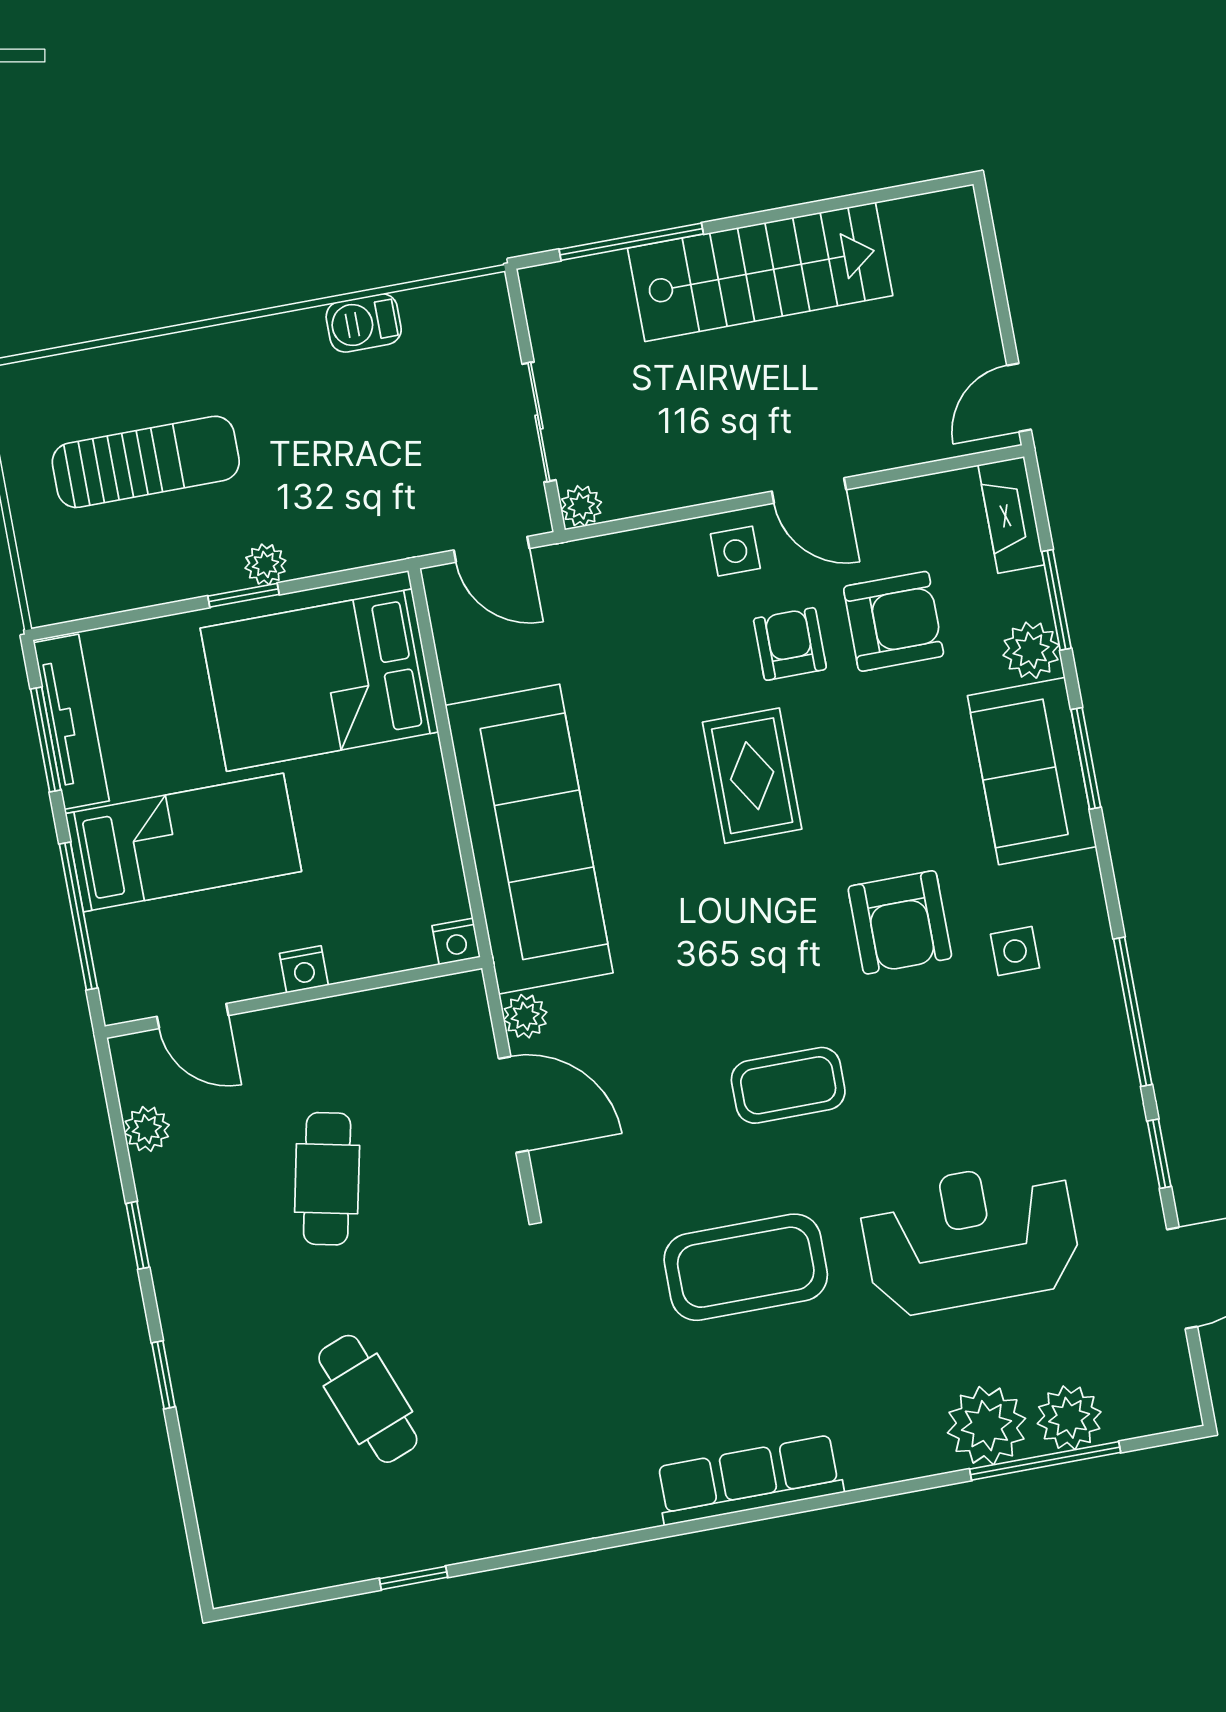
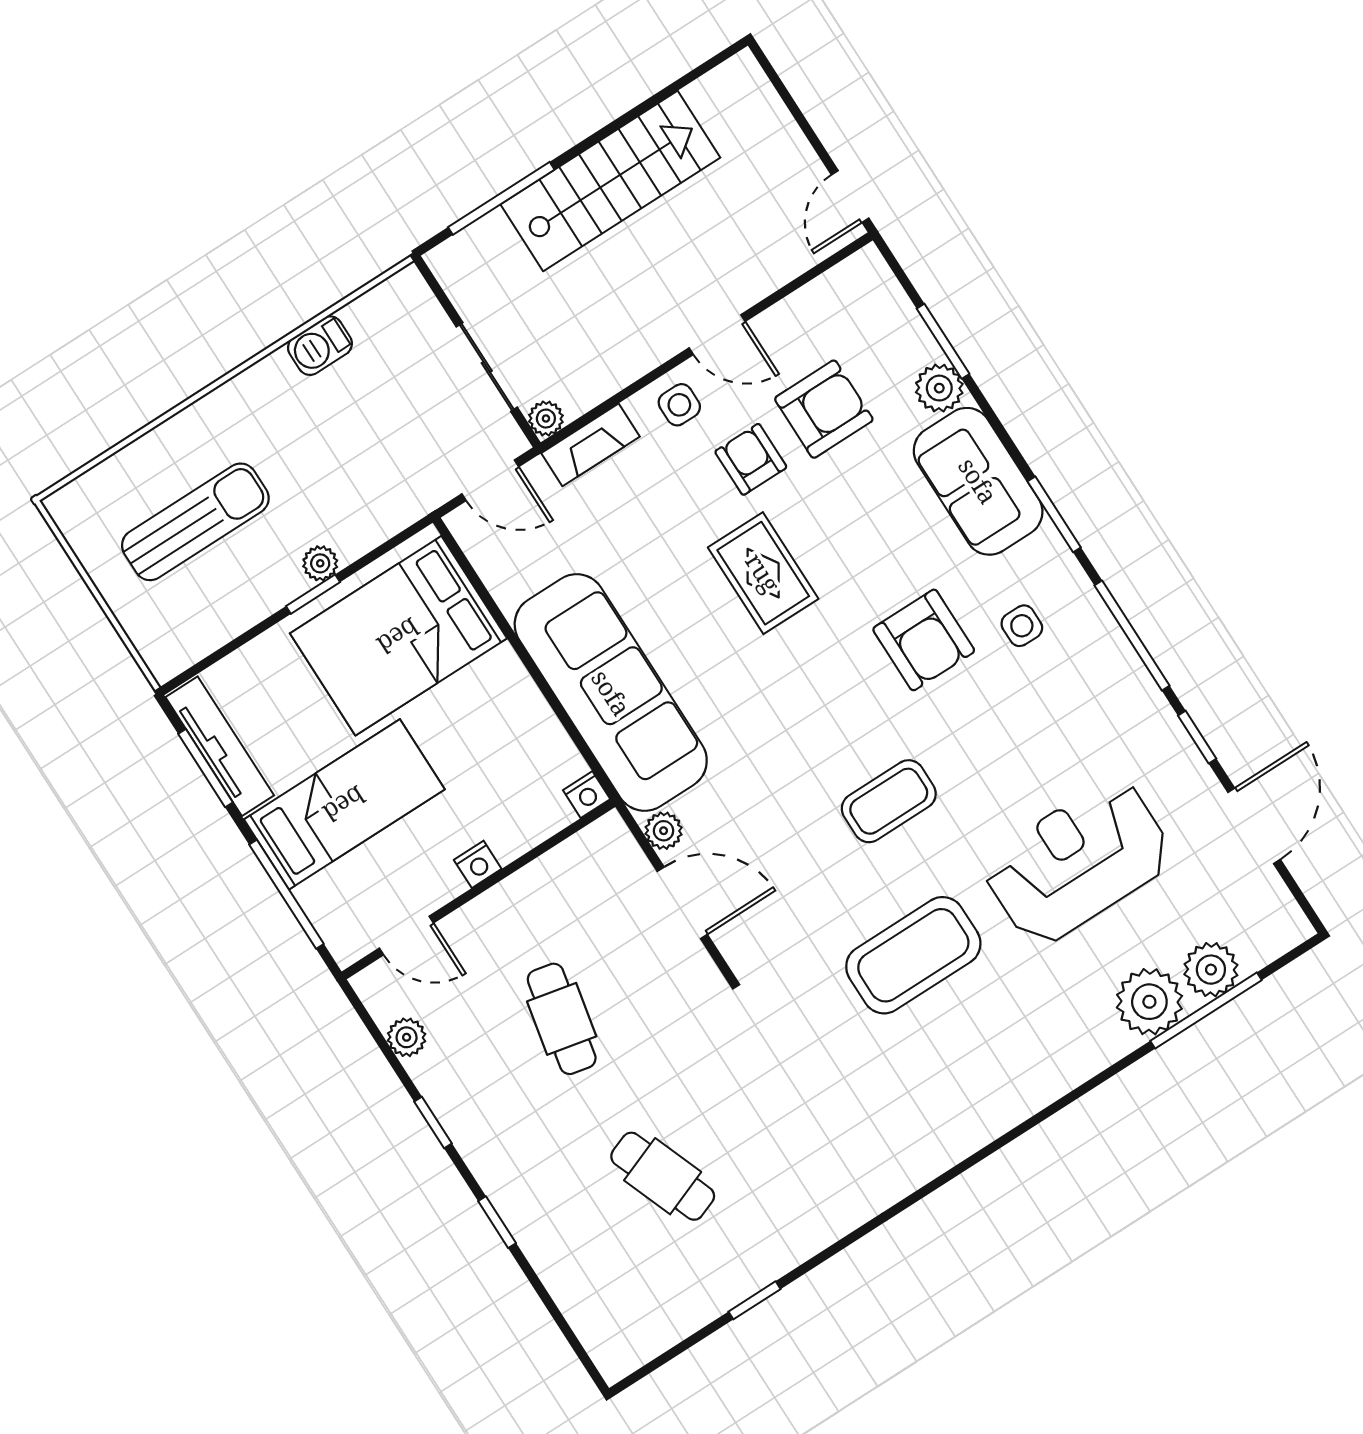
fireplace: (1011, 515) -> (590, 445), moved, turned -90
window: (1086, 758) -> (1054, 514), moved
row of seats: (749, 1480) -> (983, 1119), removed

